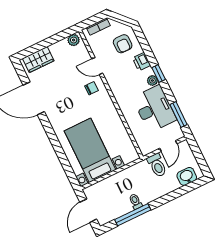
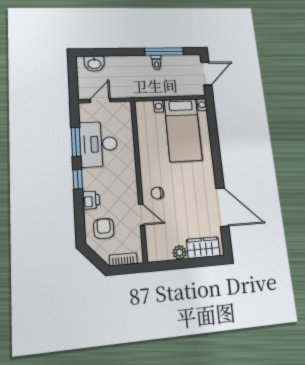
plant: (74, 40) -> (180, 252), moved
plant: (152, 81) -> (88, 175), removed
window: (178, 114) -> (76, 142), moved
toilet: (157, 165) -> (120, 87), removed

